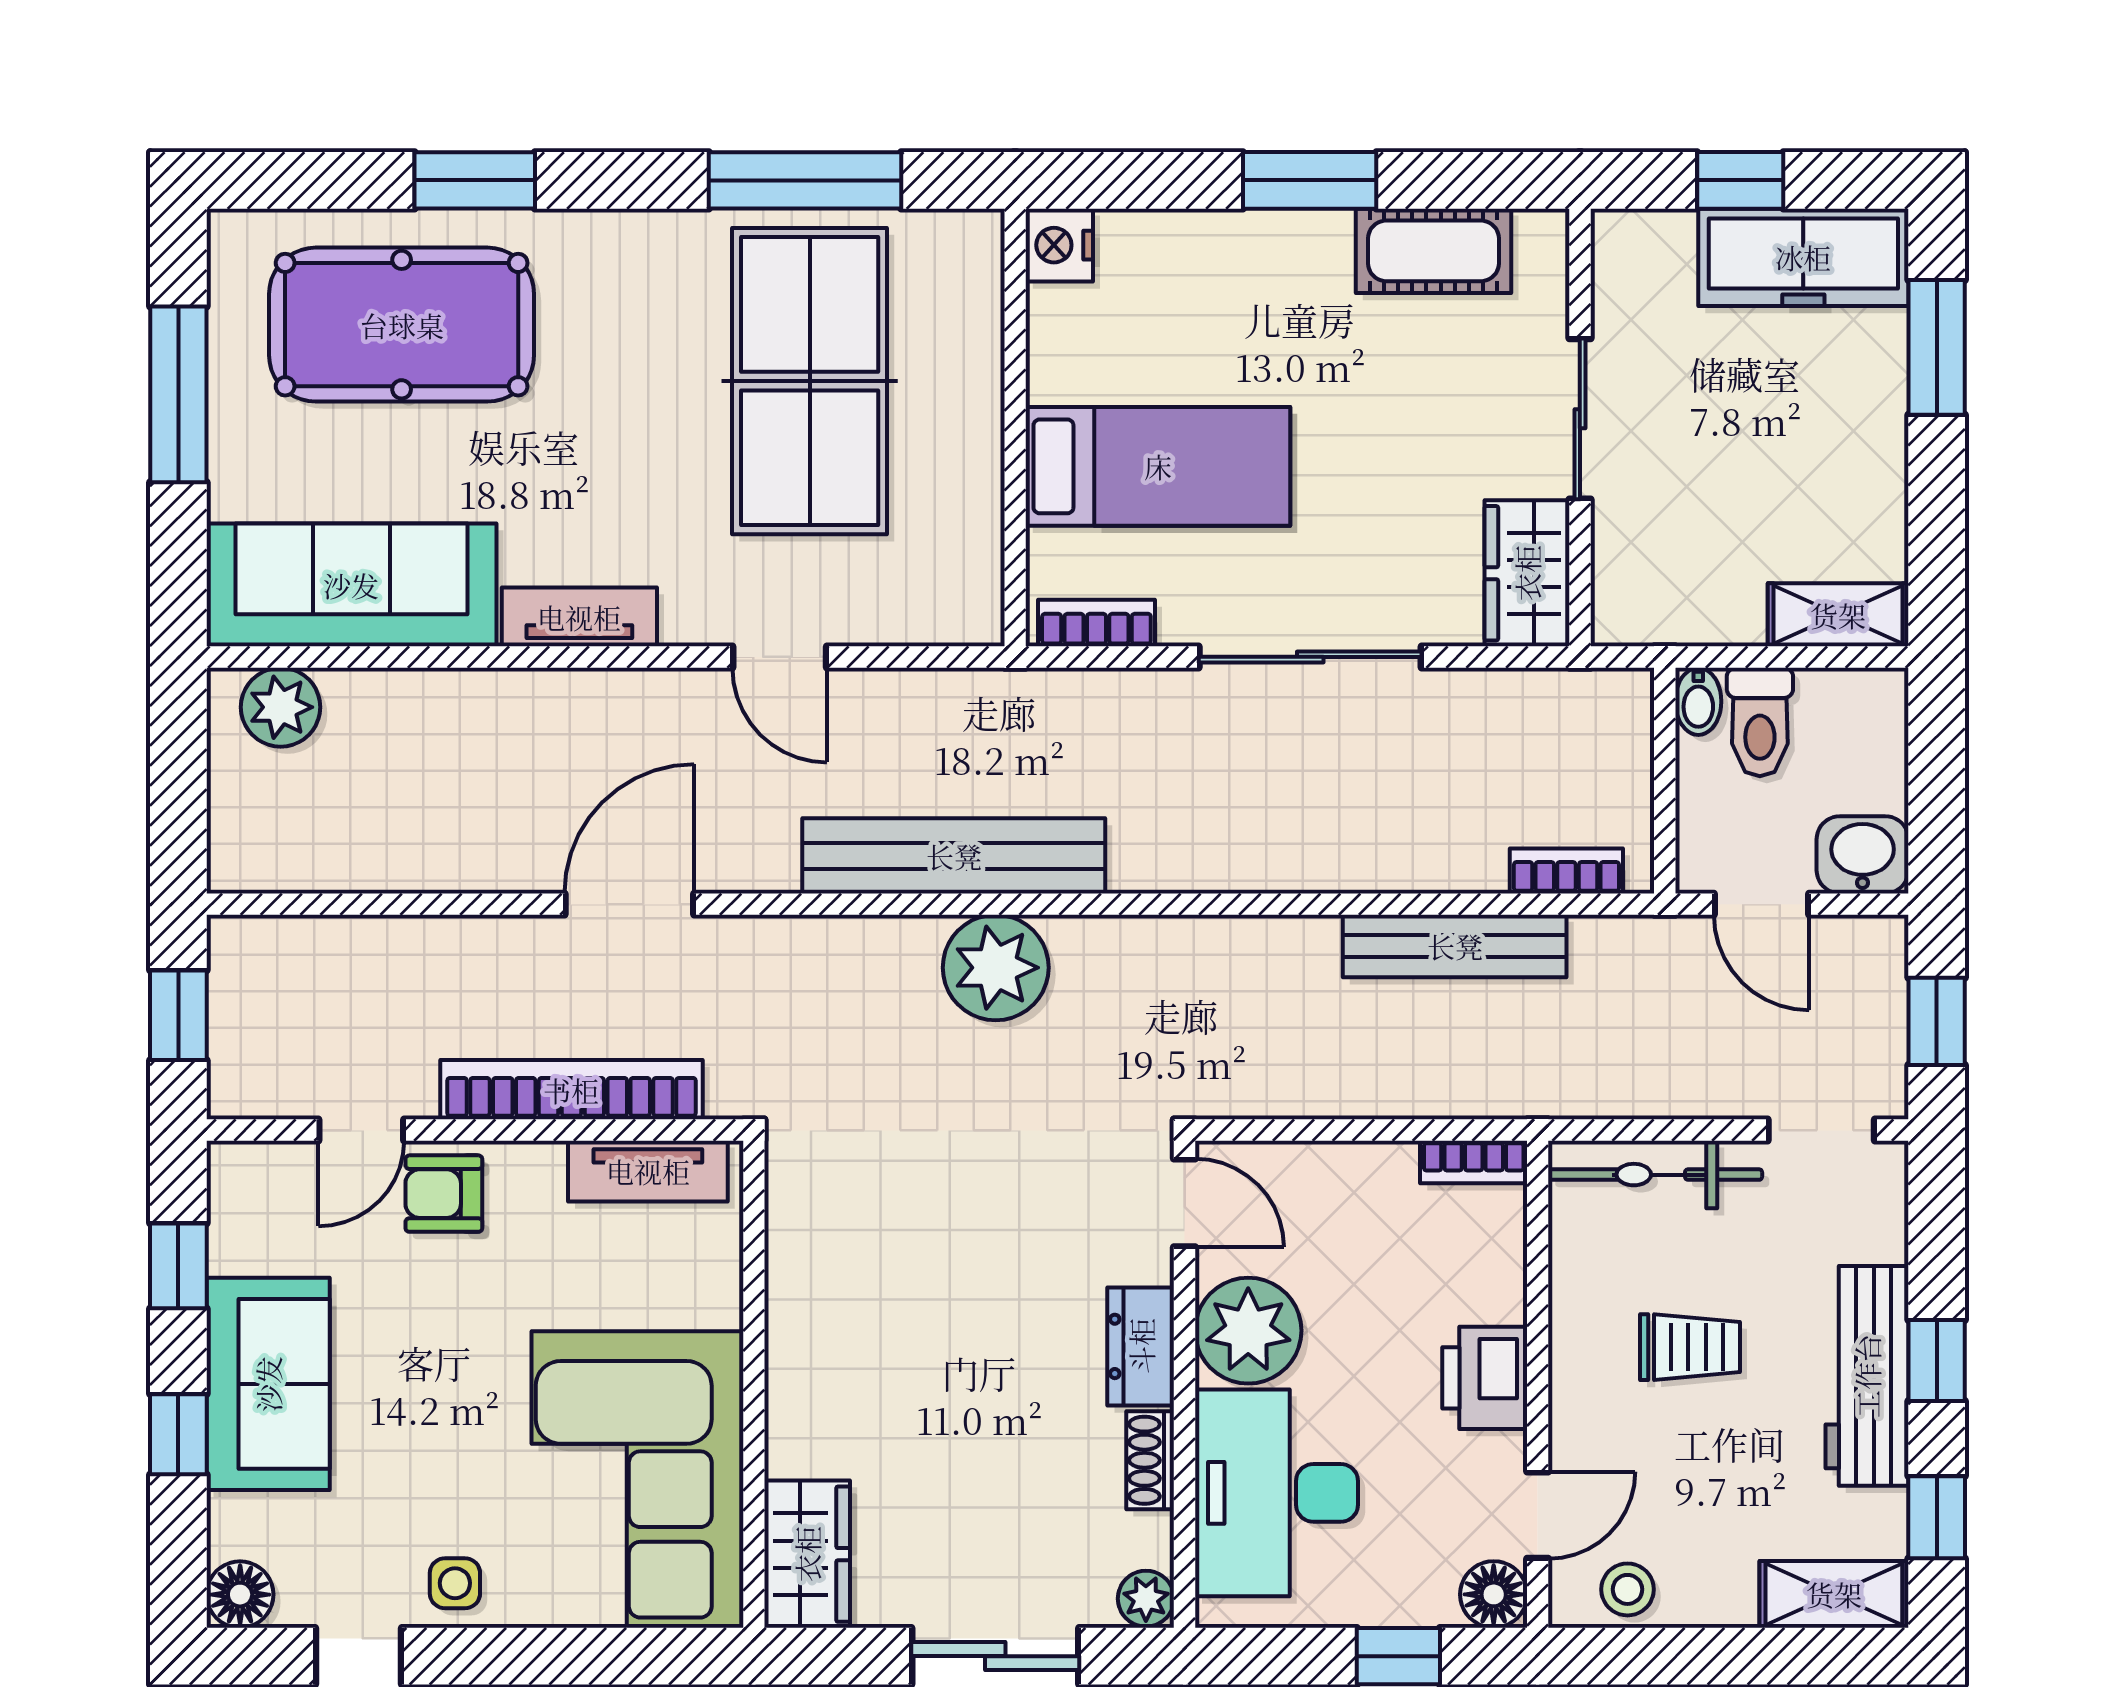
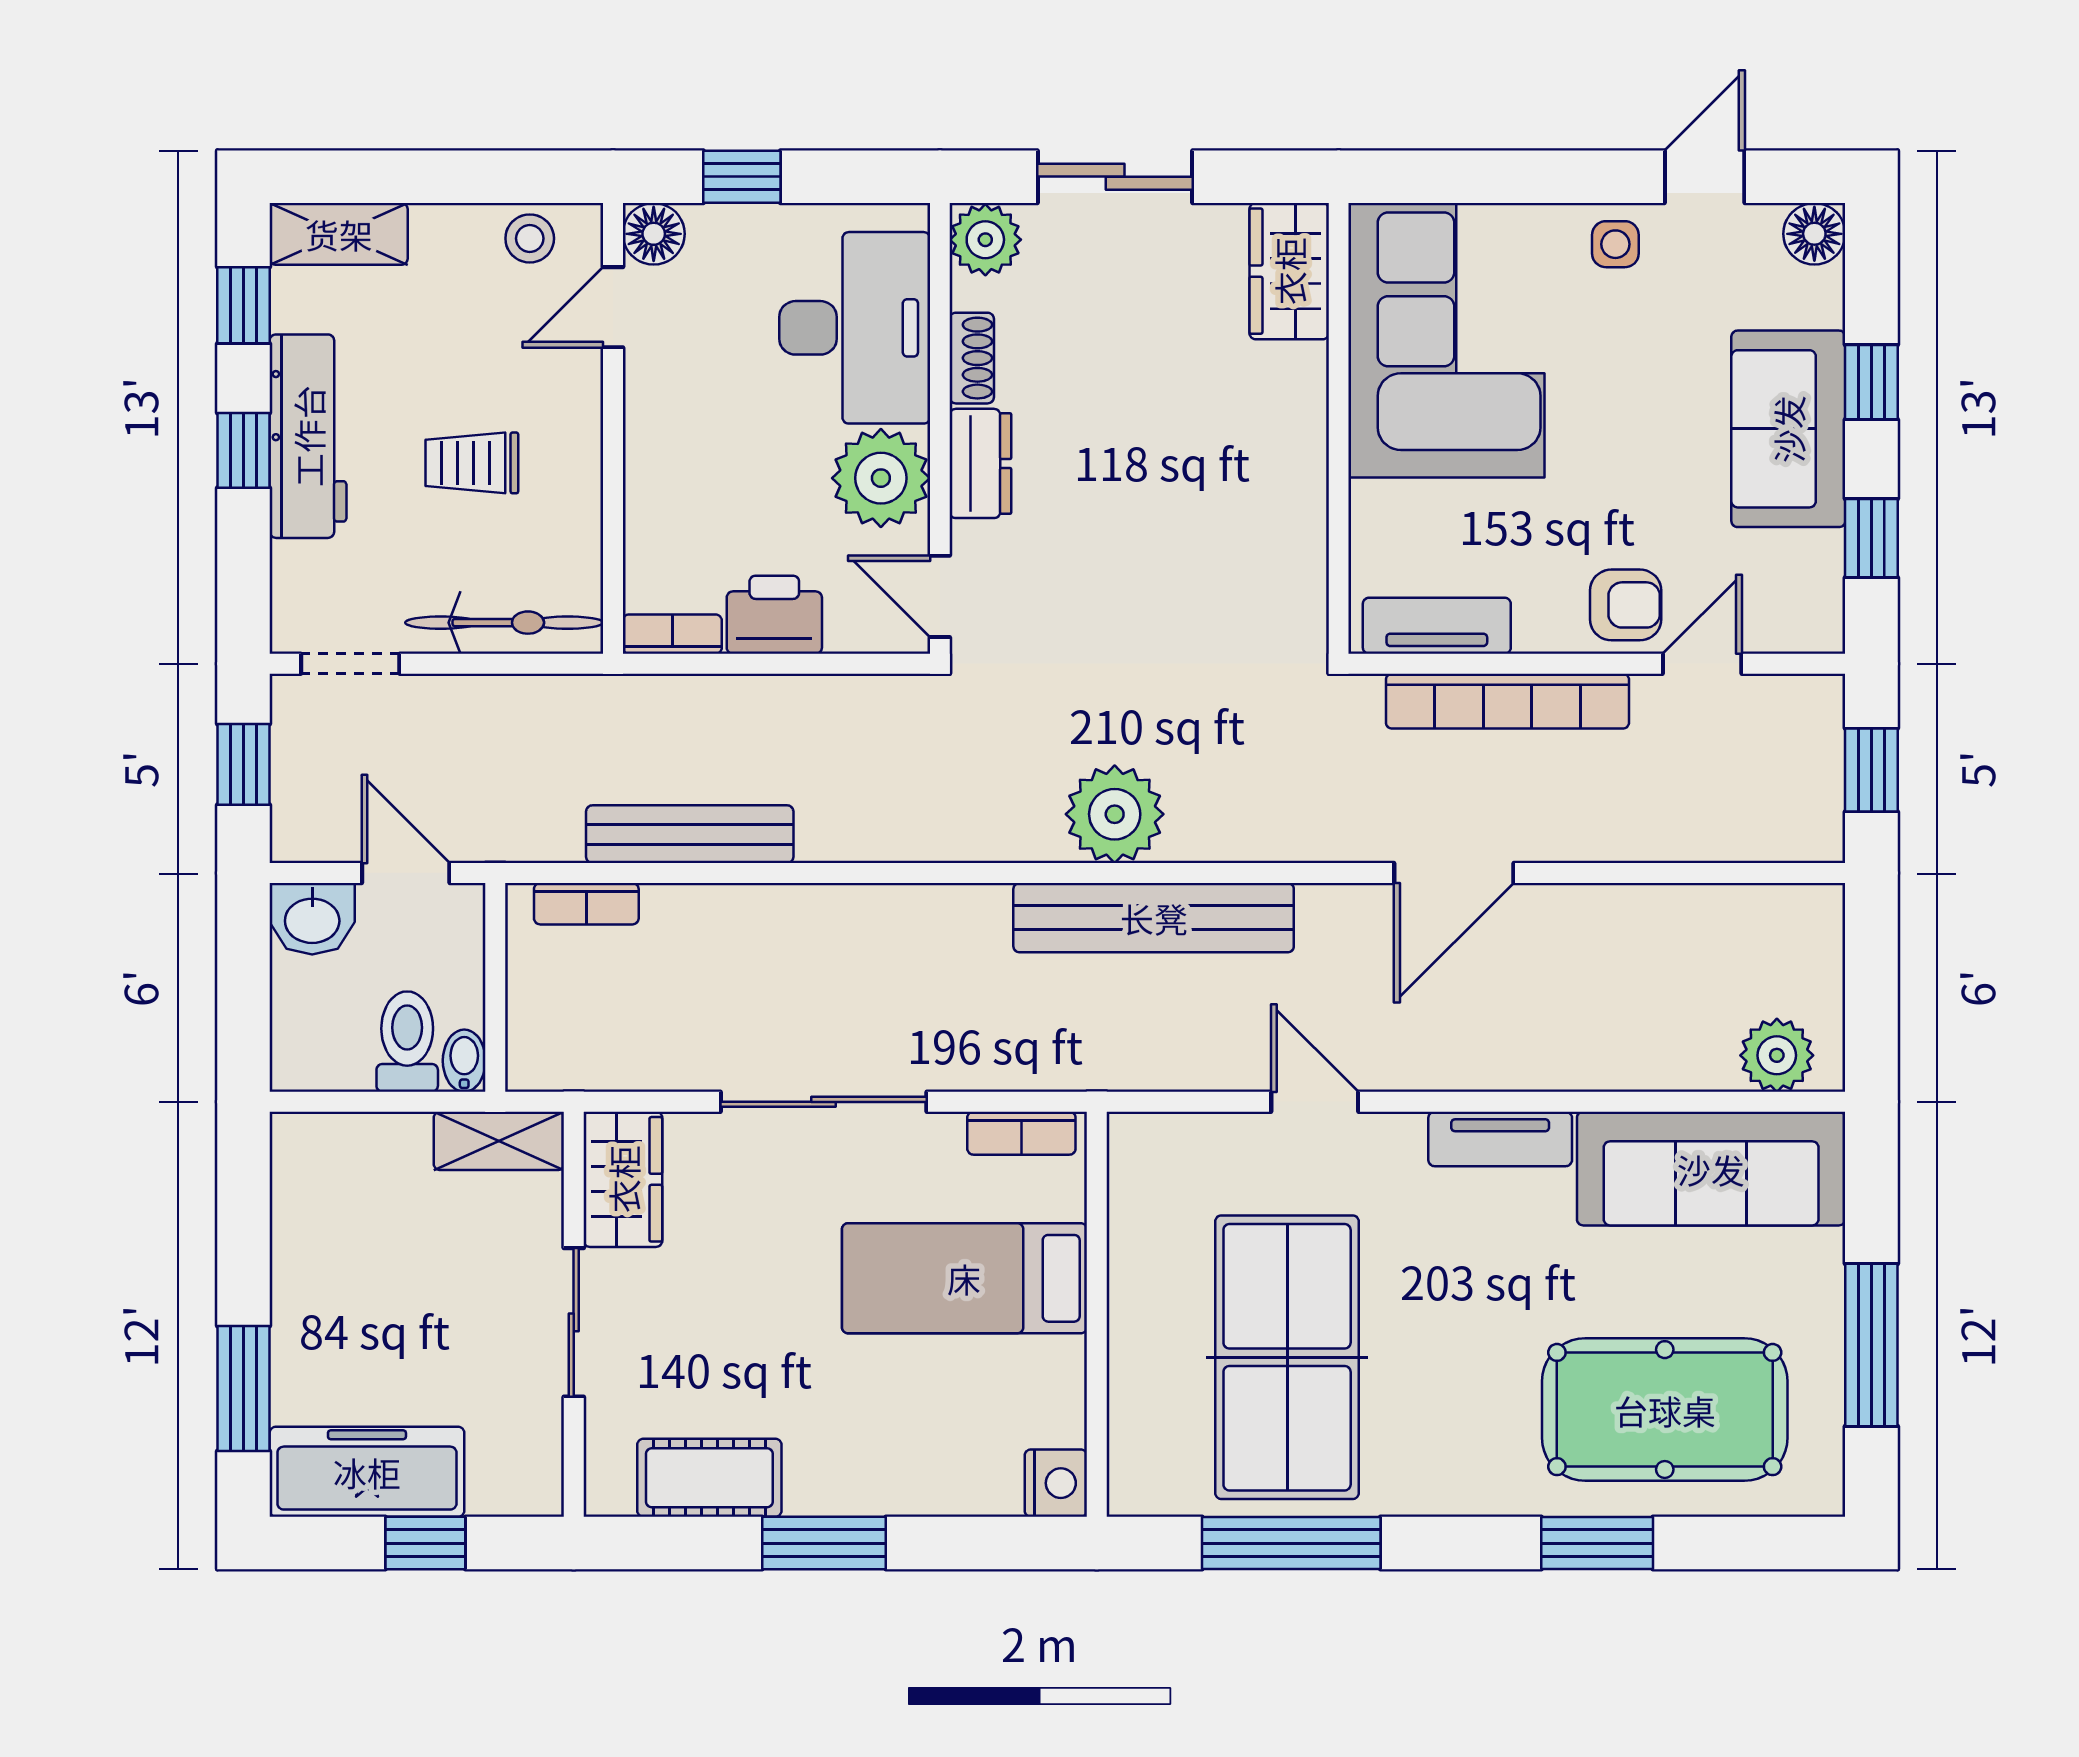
shelving: (1838, 615) -> (499, 1141), moved
printer: (1485, 1378) -> (774, 615), moved, turned -90
plant: (1146, 1599) -> (985, 240), width x1.38, depth x1.38

